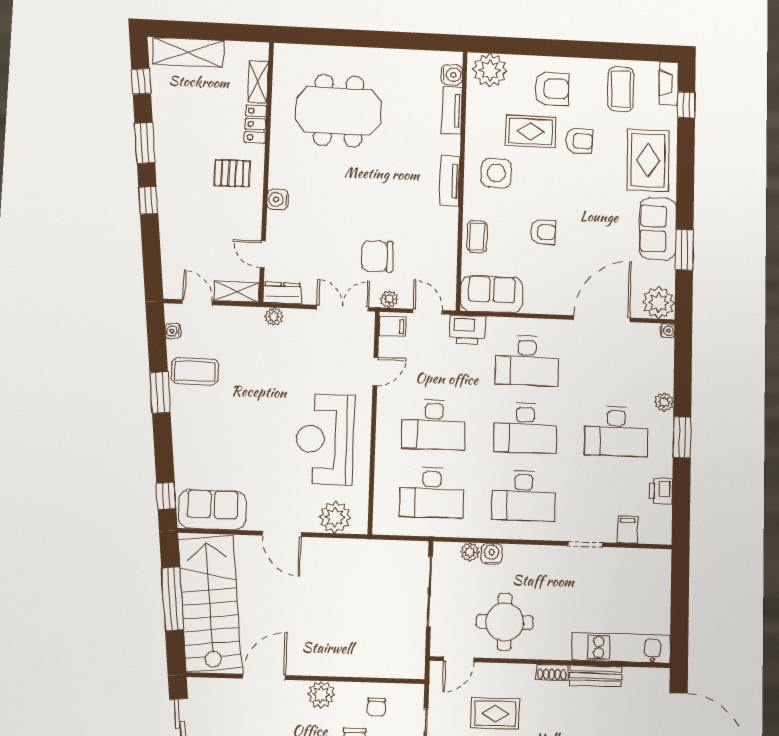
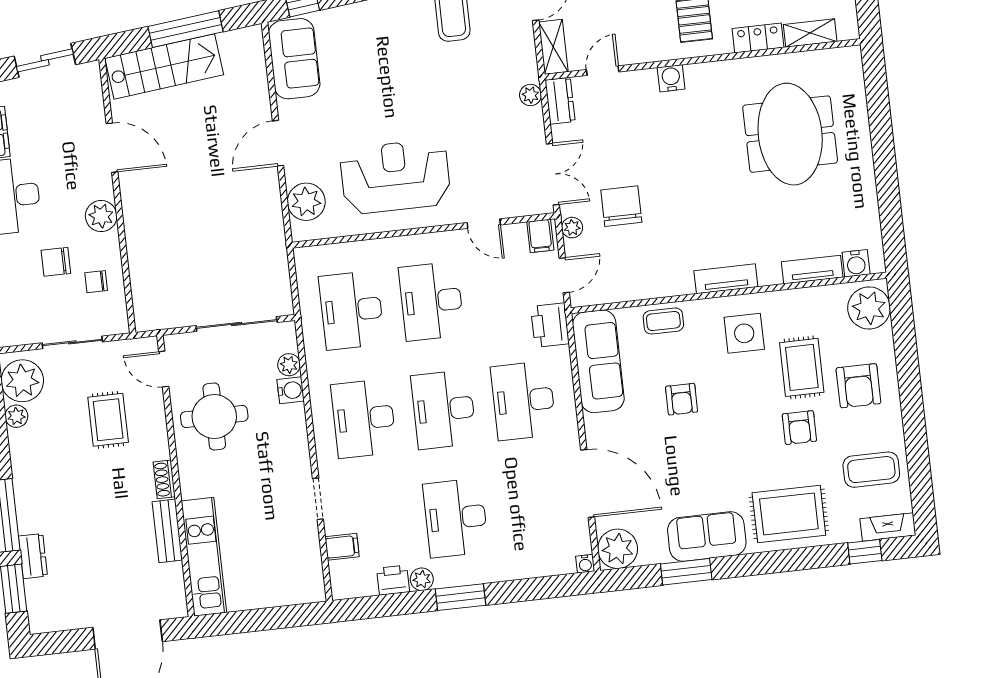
sofa: (492, 294) -> (598, 361), width x1.36
plant: (664, 402) -> (422, 579), moved
stairs: (210, 603) -> (164, 66), width x0.73, depth x0.66

